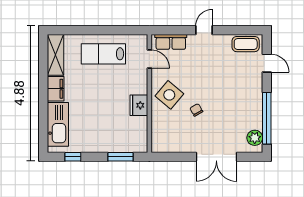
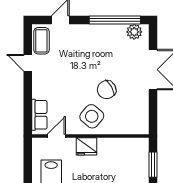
door: (204, 30) -> (28, 63), moved
fridge: (139, 105) -> (87, 146), moved
chair: (196, 110) -> (107, 90), width x1.87, depth x1.87

